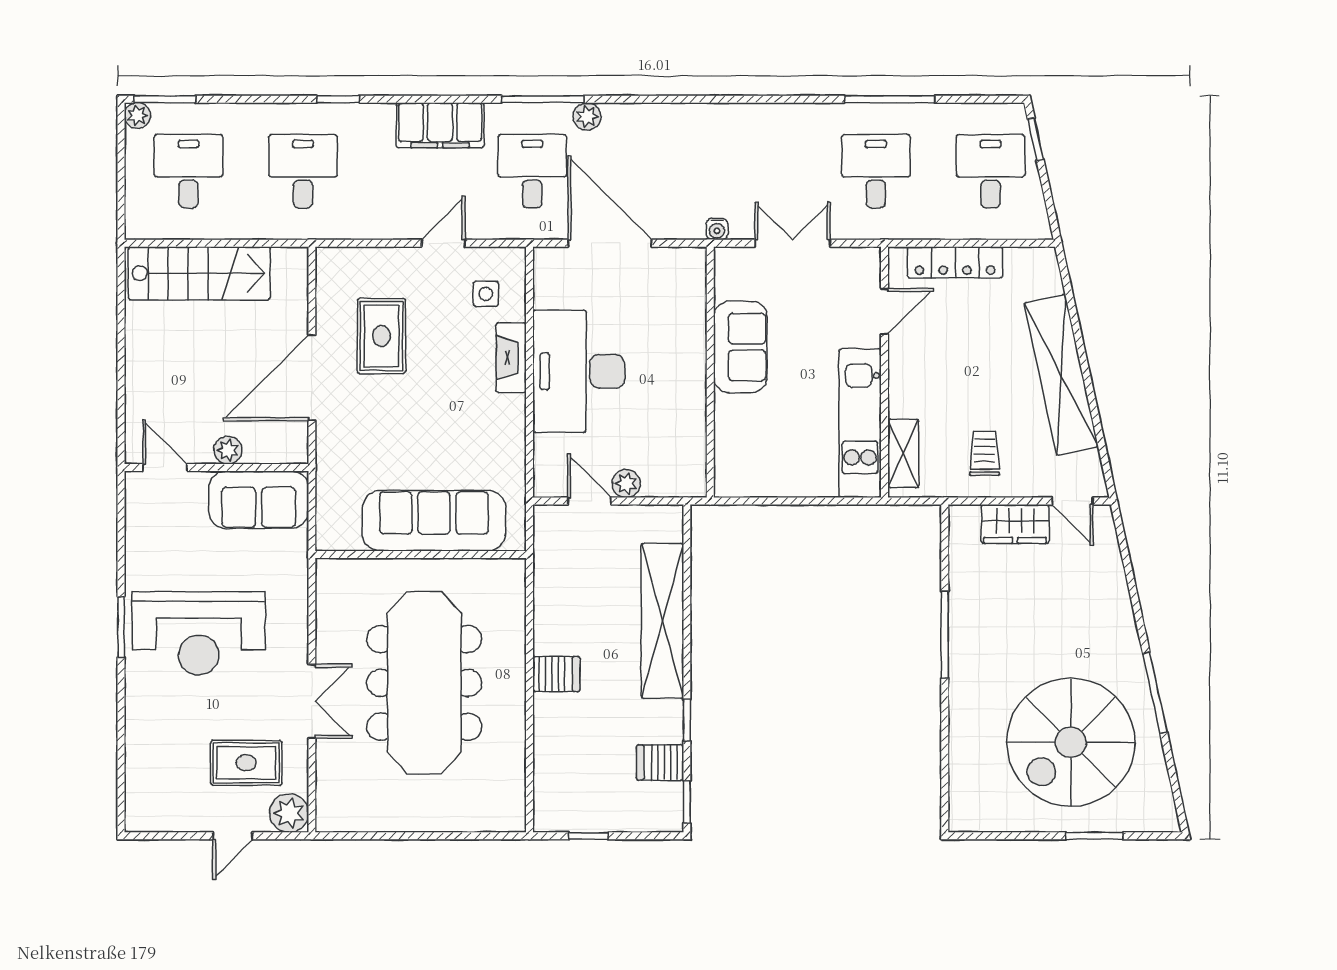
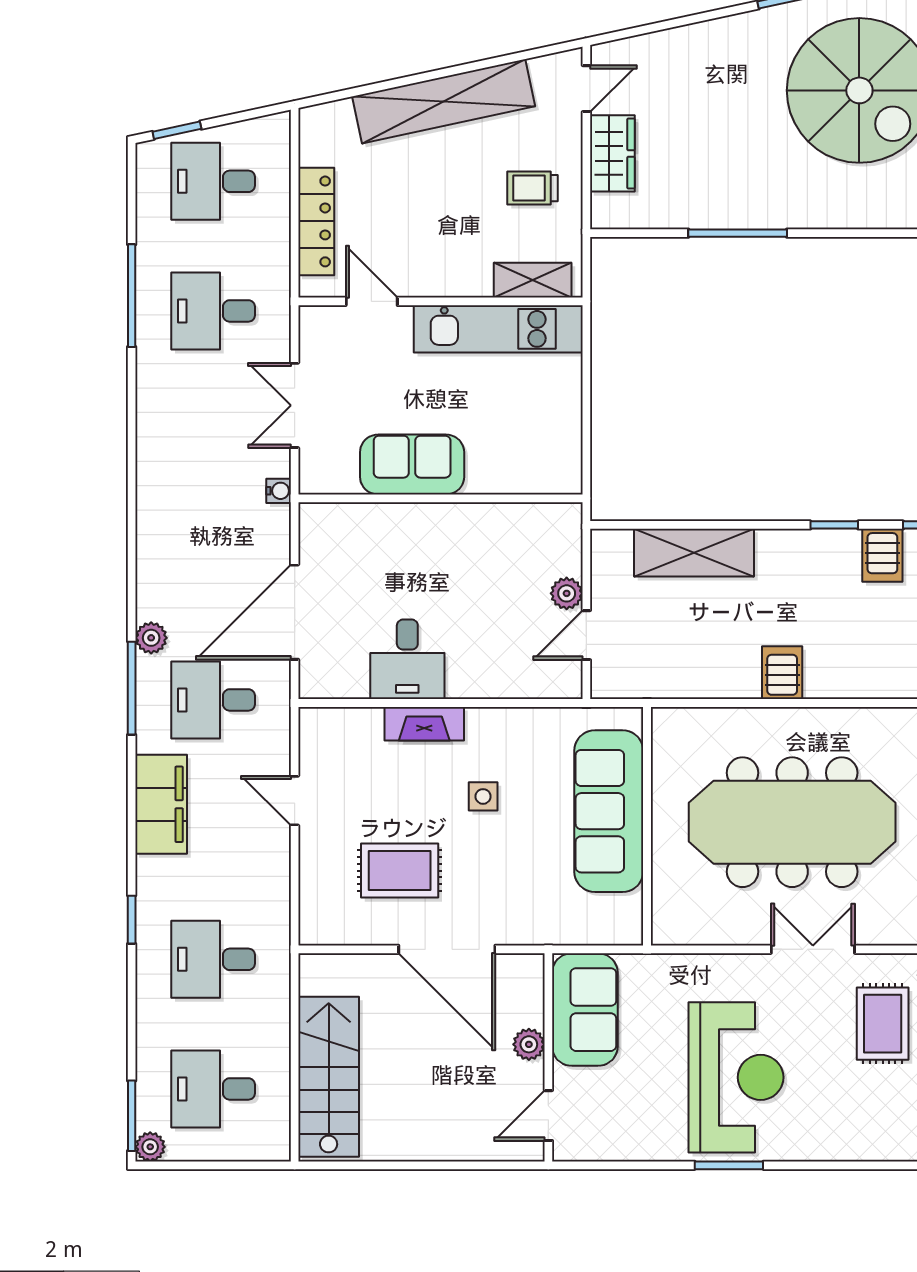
side table: (486, 294) -> (483, 796), moved
desk: (579, 371) -> (407, 659), width x0.53, depth x0.77
shelving: (662, 621) -> (694, 553), width x0.68

